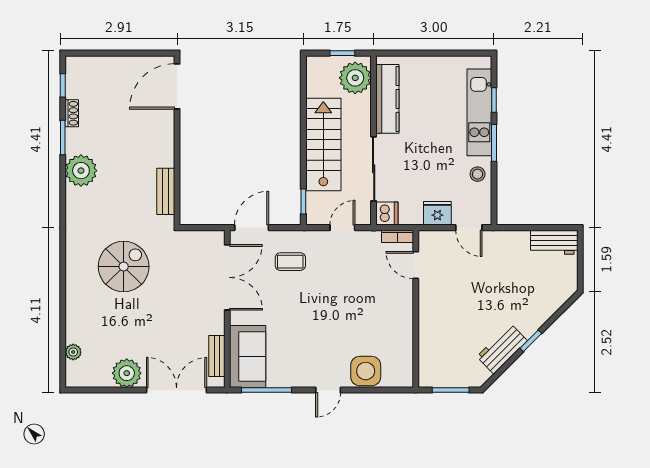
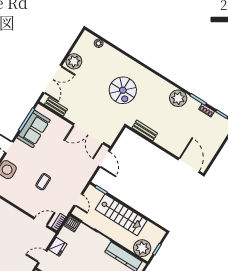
coffee table: (290, 262) -> (43, 182), moved
sofa: (248, 357) -> (34, 129), moved, turned -90

